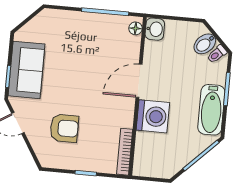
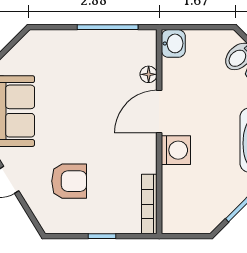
floor lamp: (136, 28) -> (149, 74), moved
washing machine: (153, 116) -> (176, 150), width x0.73, depth x0.73

